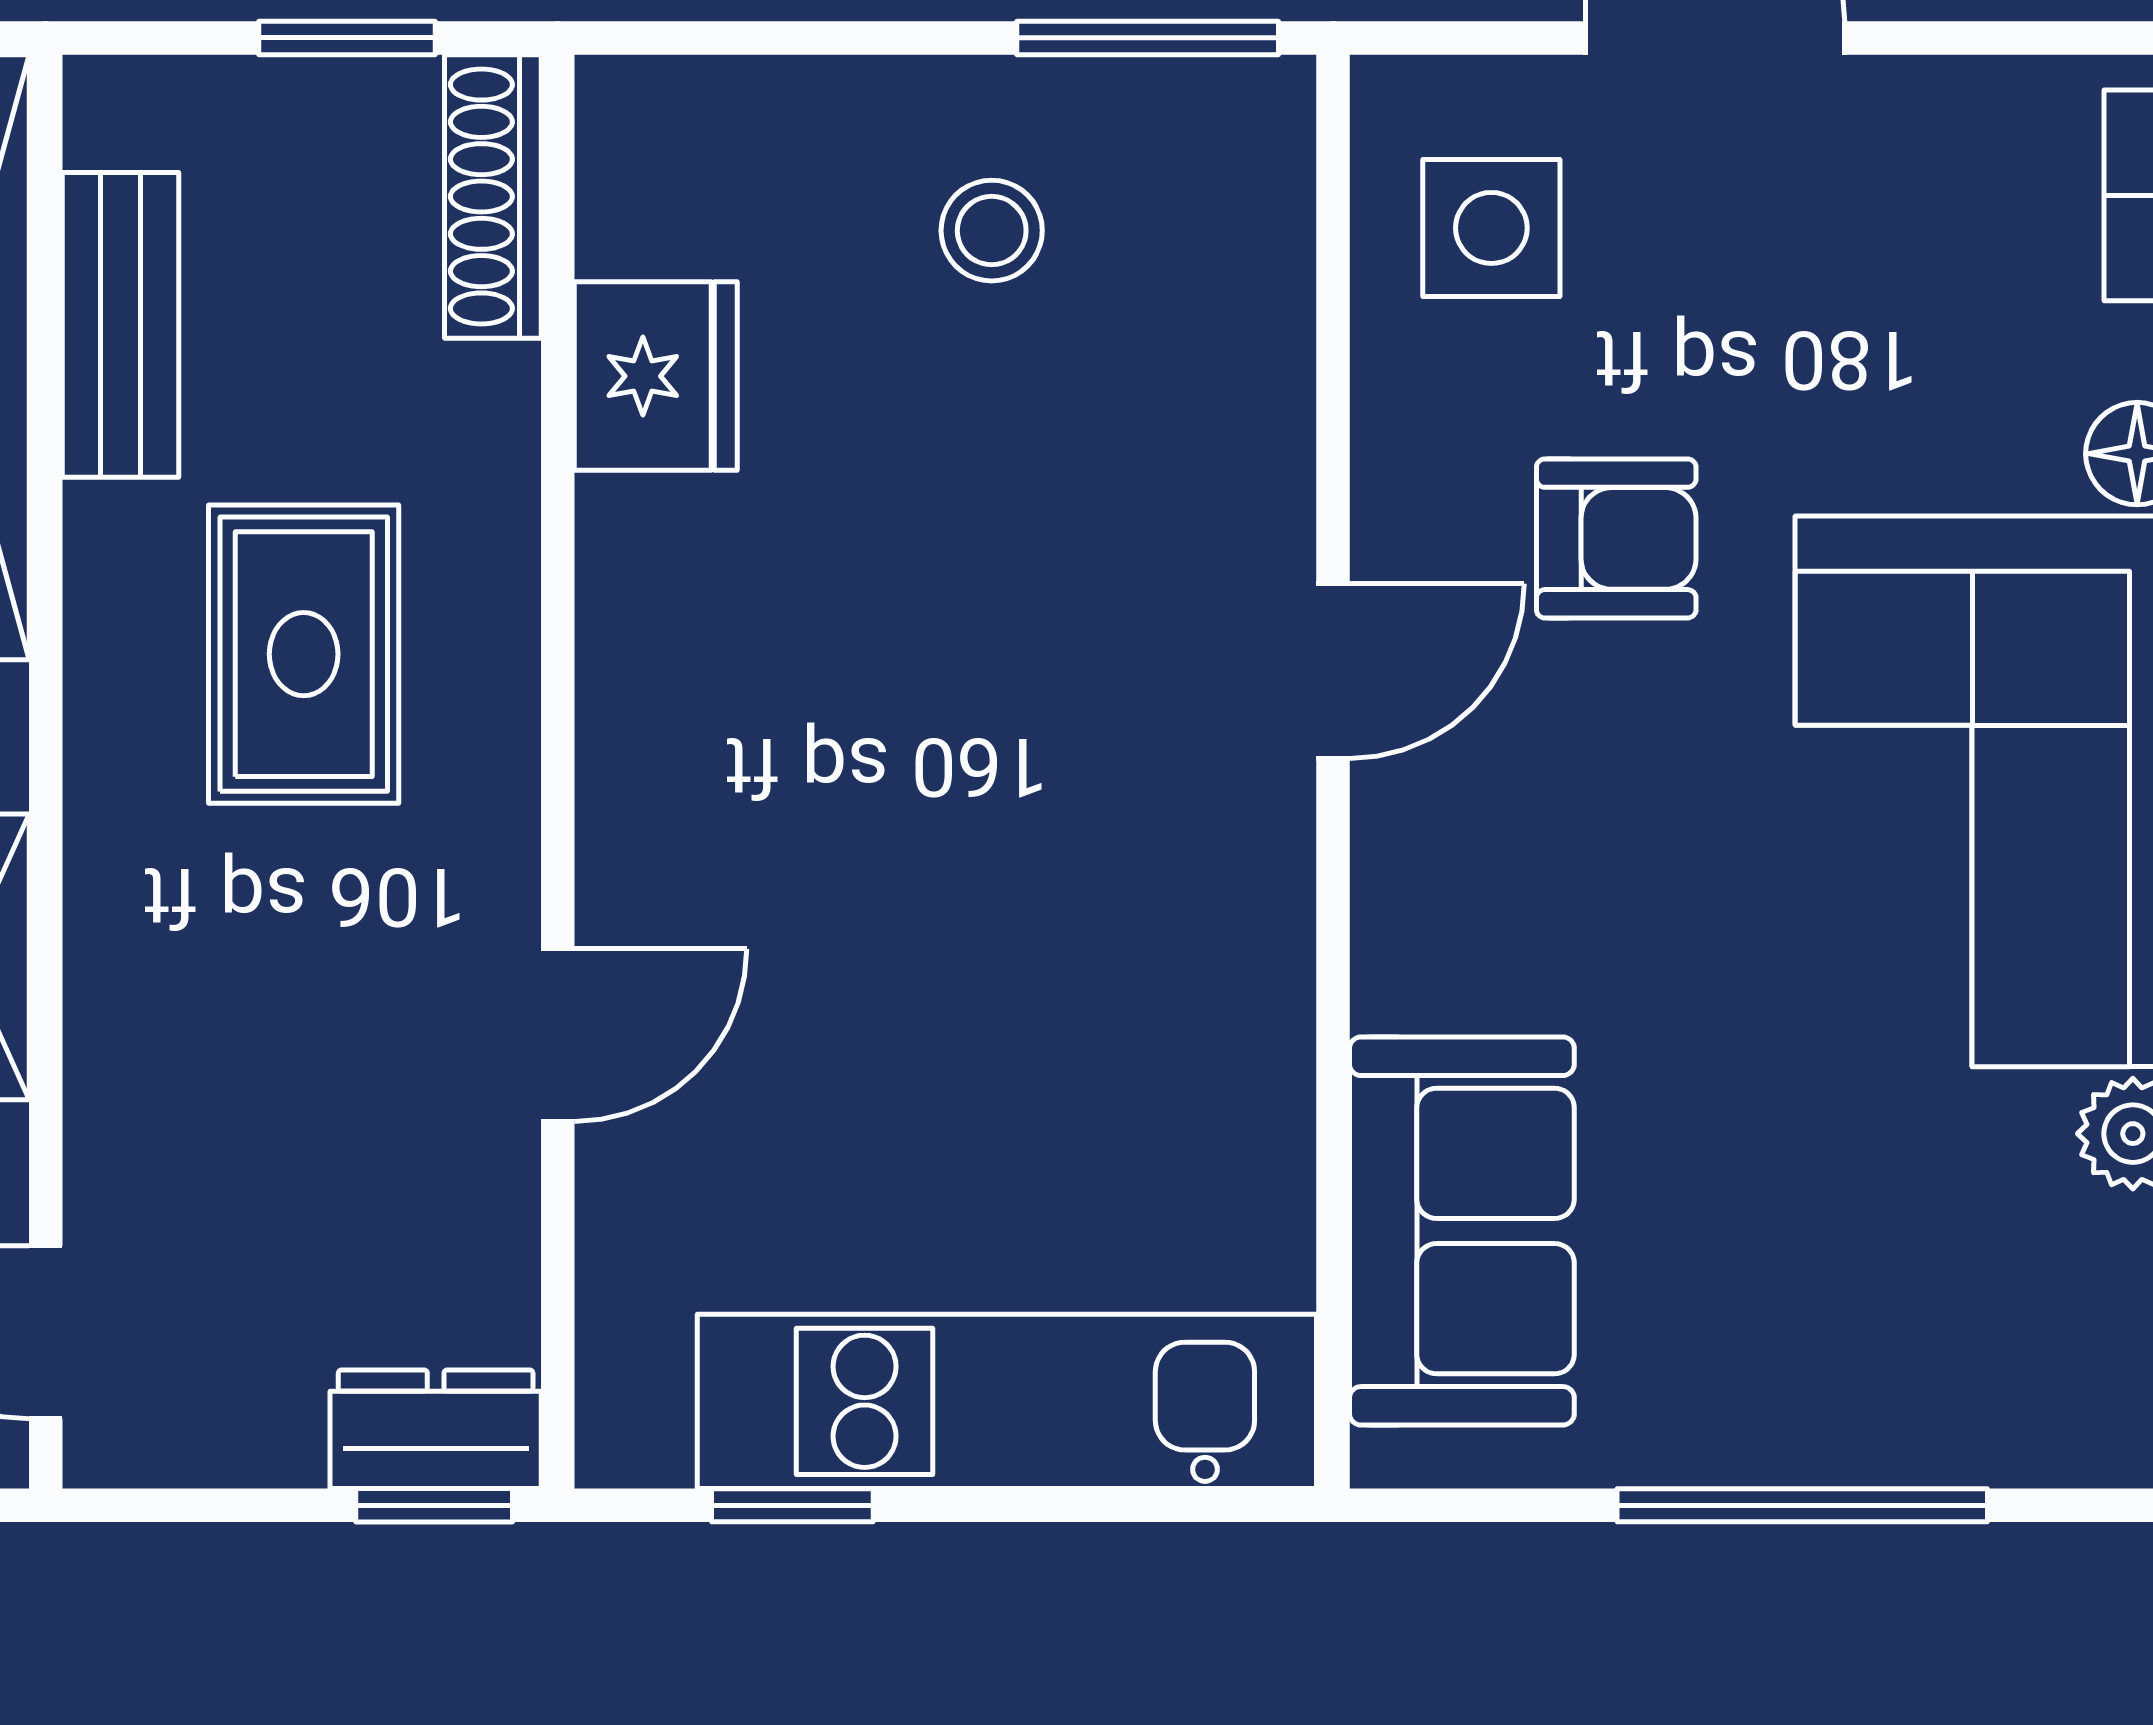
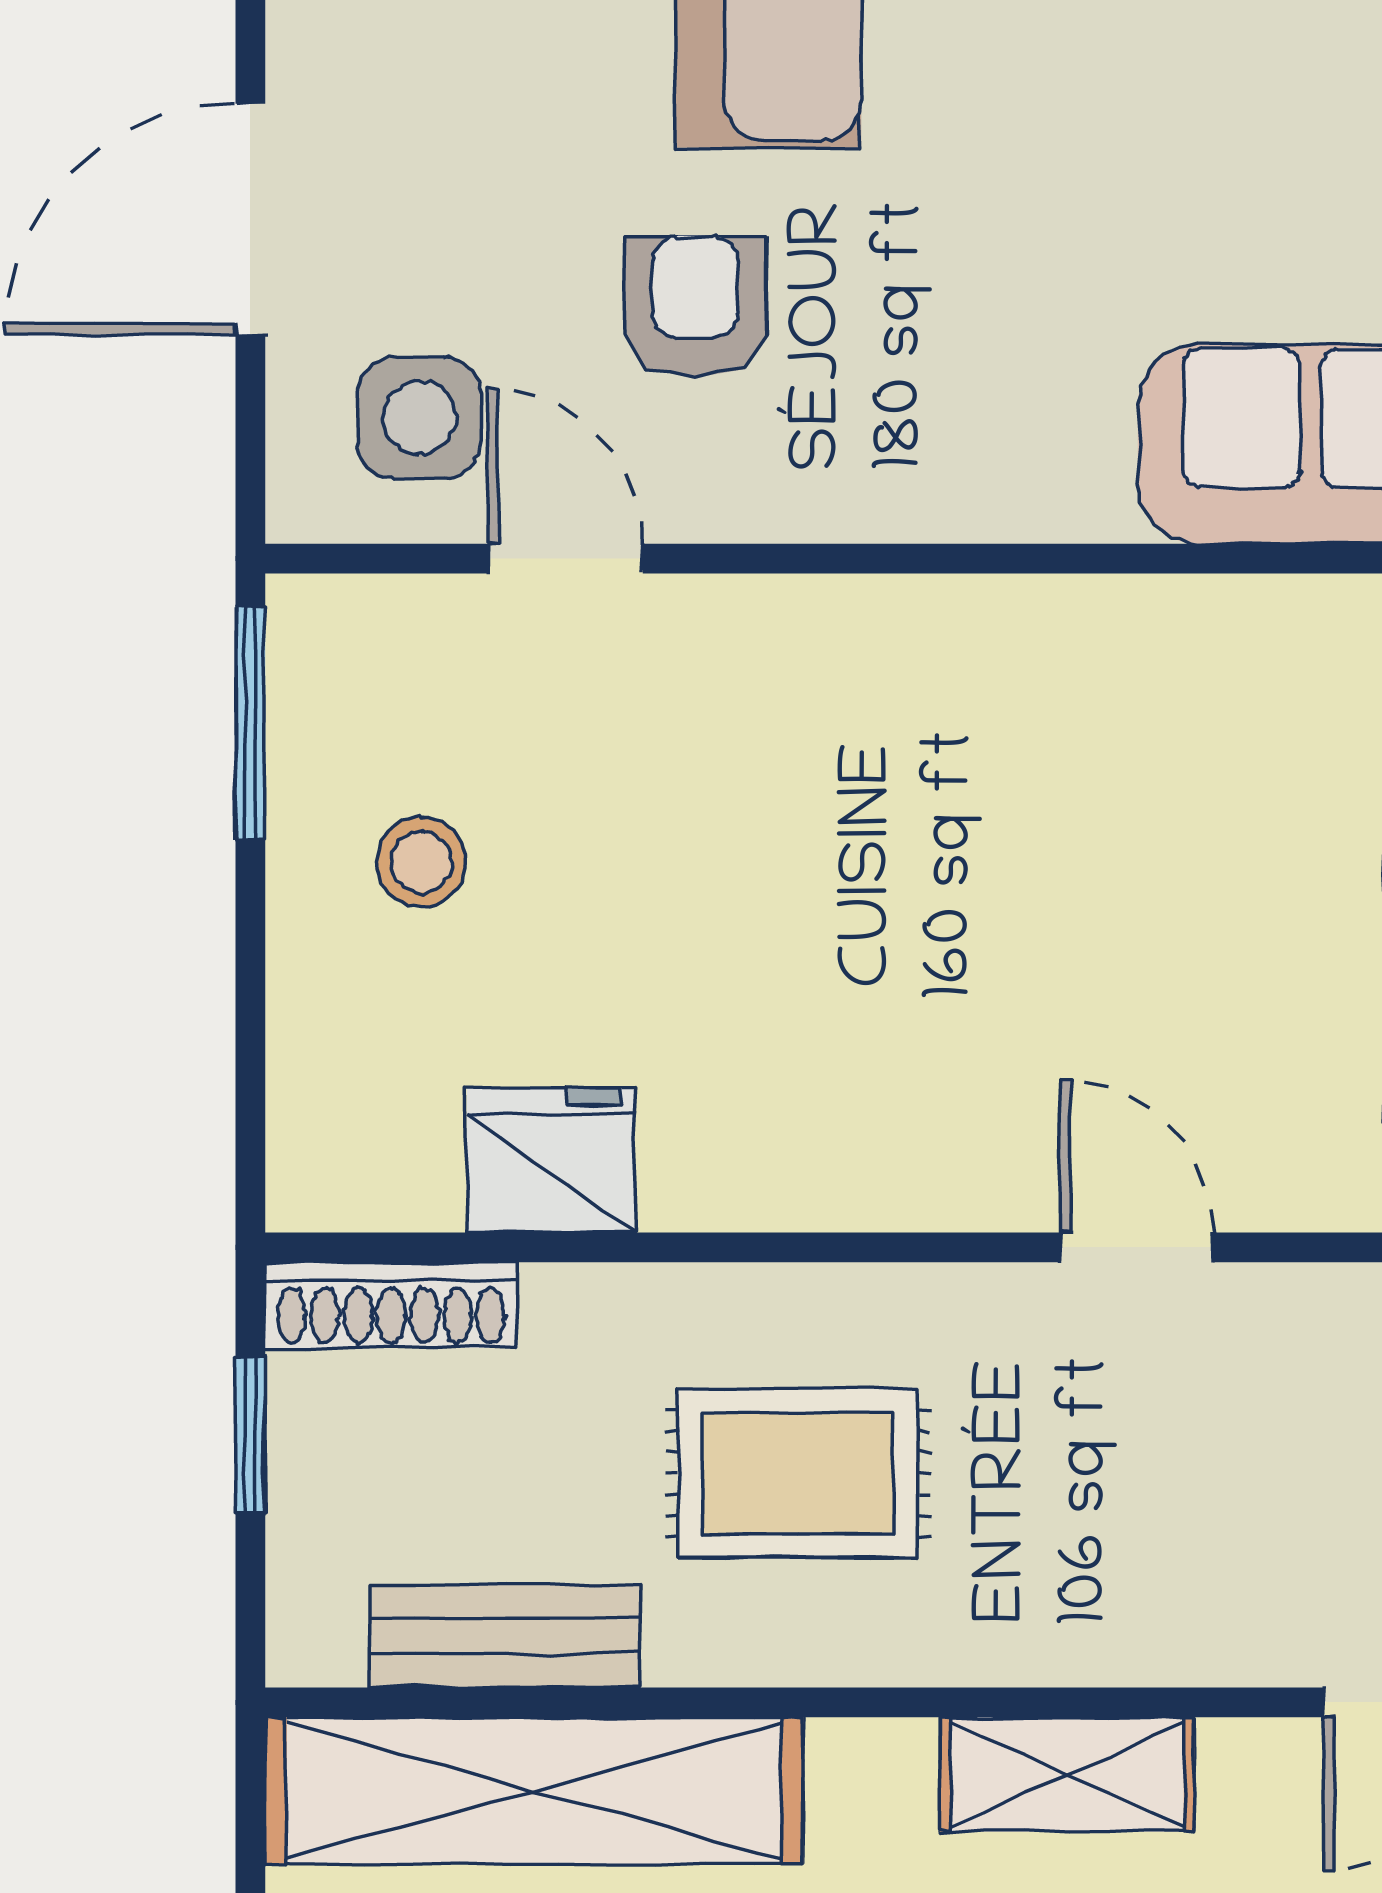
door: (1333, 671) -> (565, 559), moved

